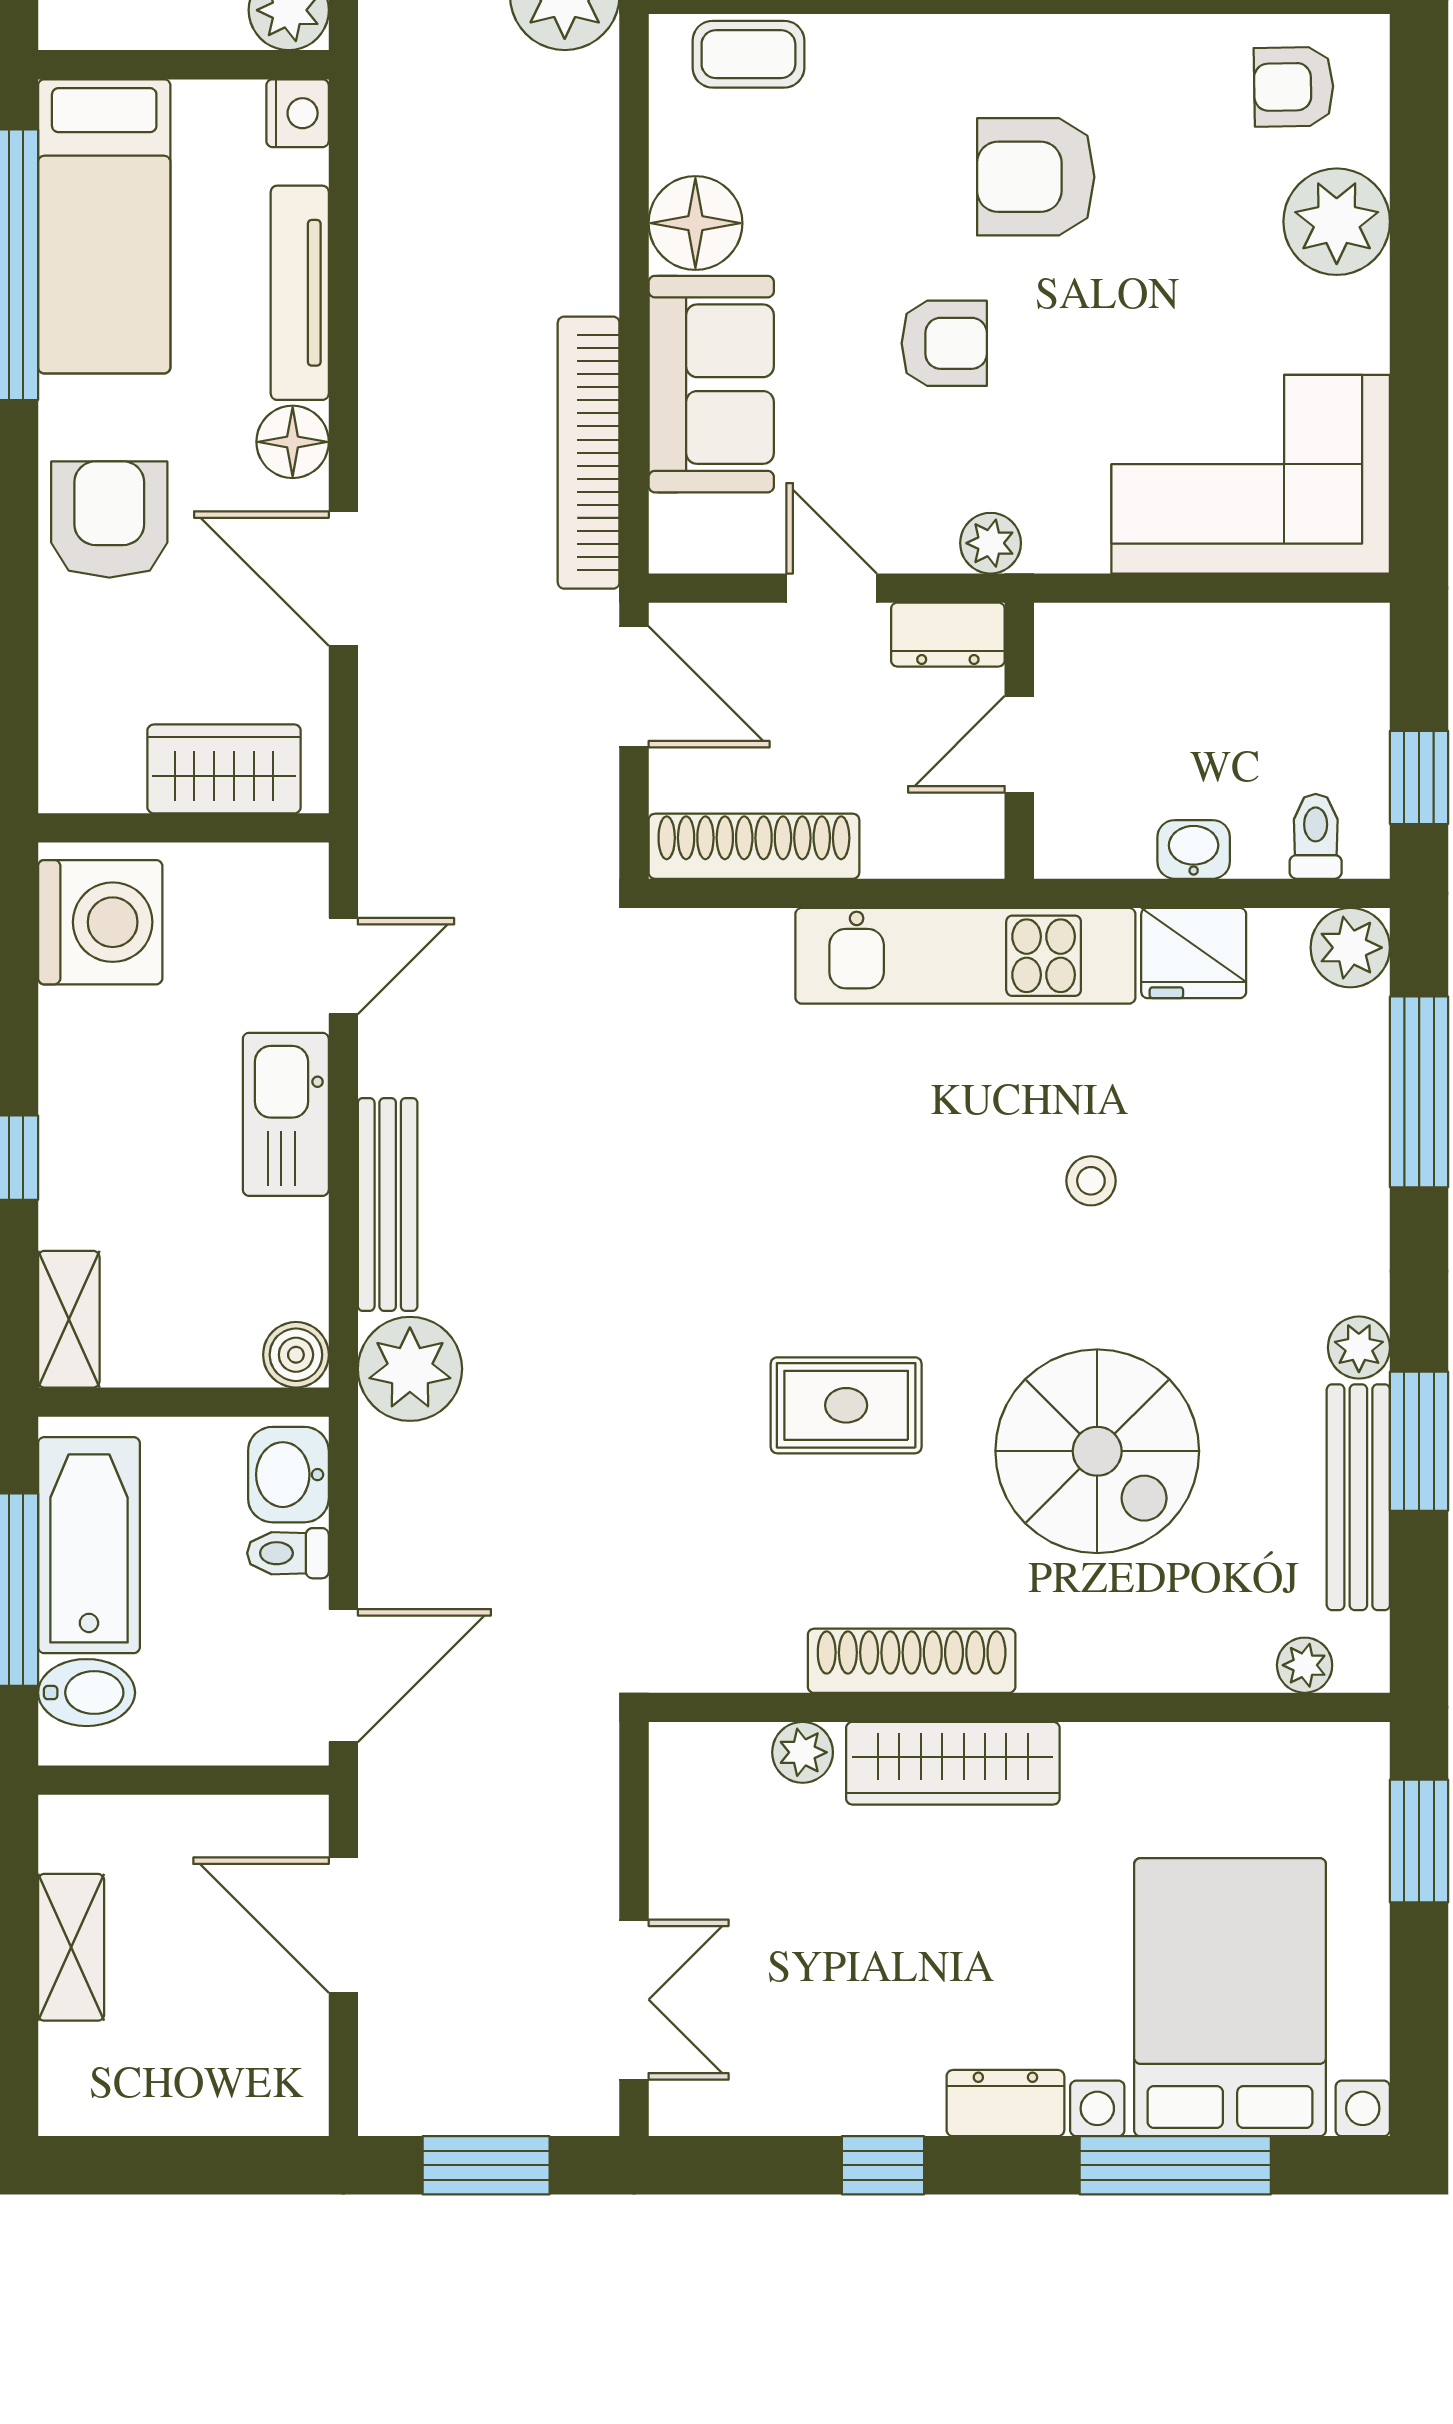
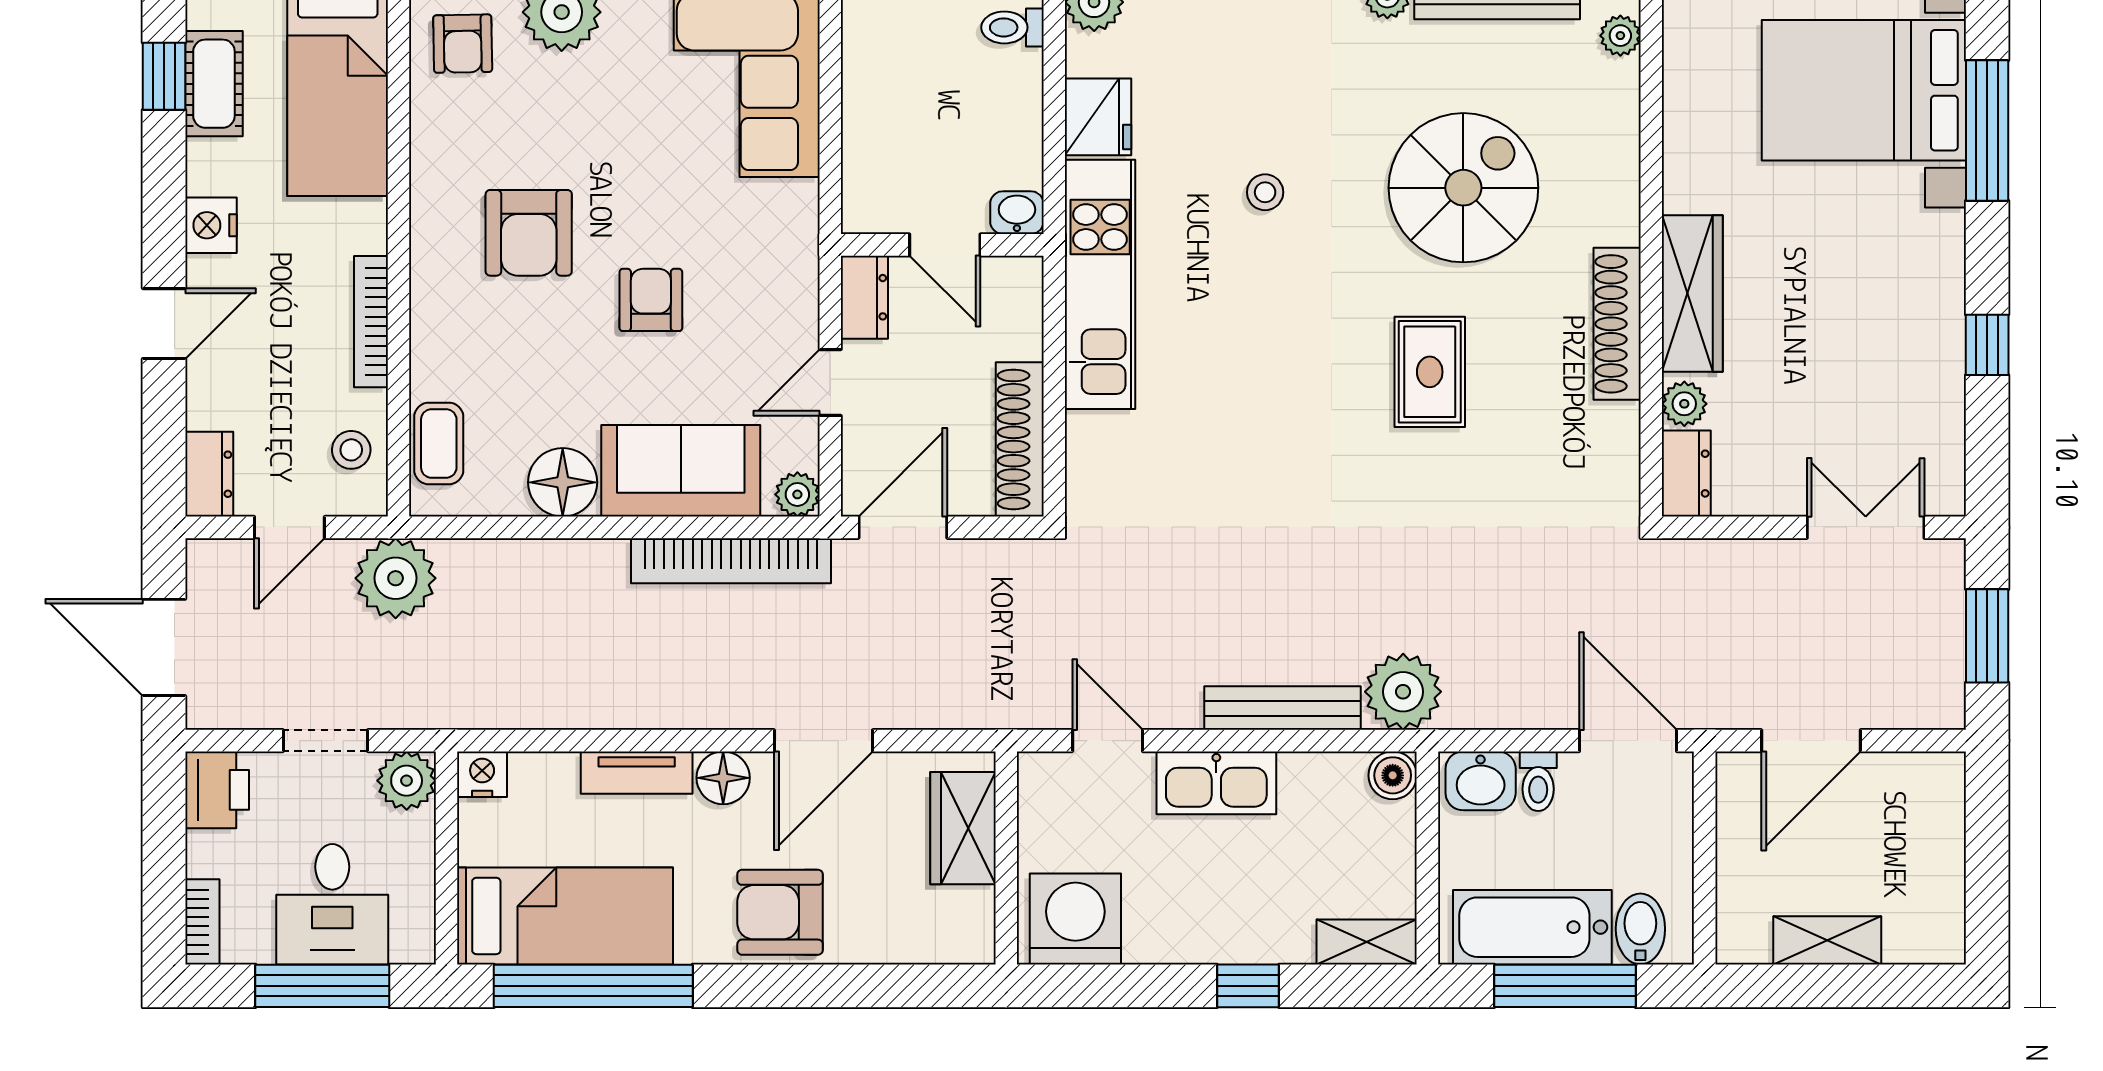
tv unit: (300, 293) -> (637, 773), width x0.71
plant: (991, 543) -> (797, 494), moved
washbasin: (1194, 849) -> (1017, 213), moved, turned 90
dresser: (1005, 2103) -> (1686, 474), moved, turned 180

